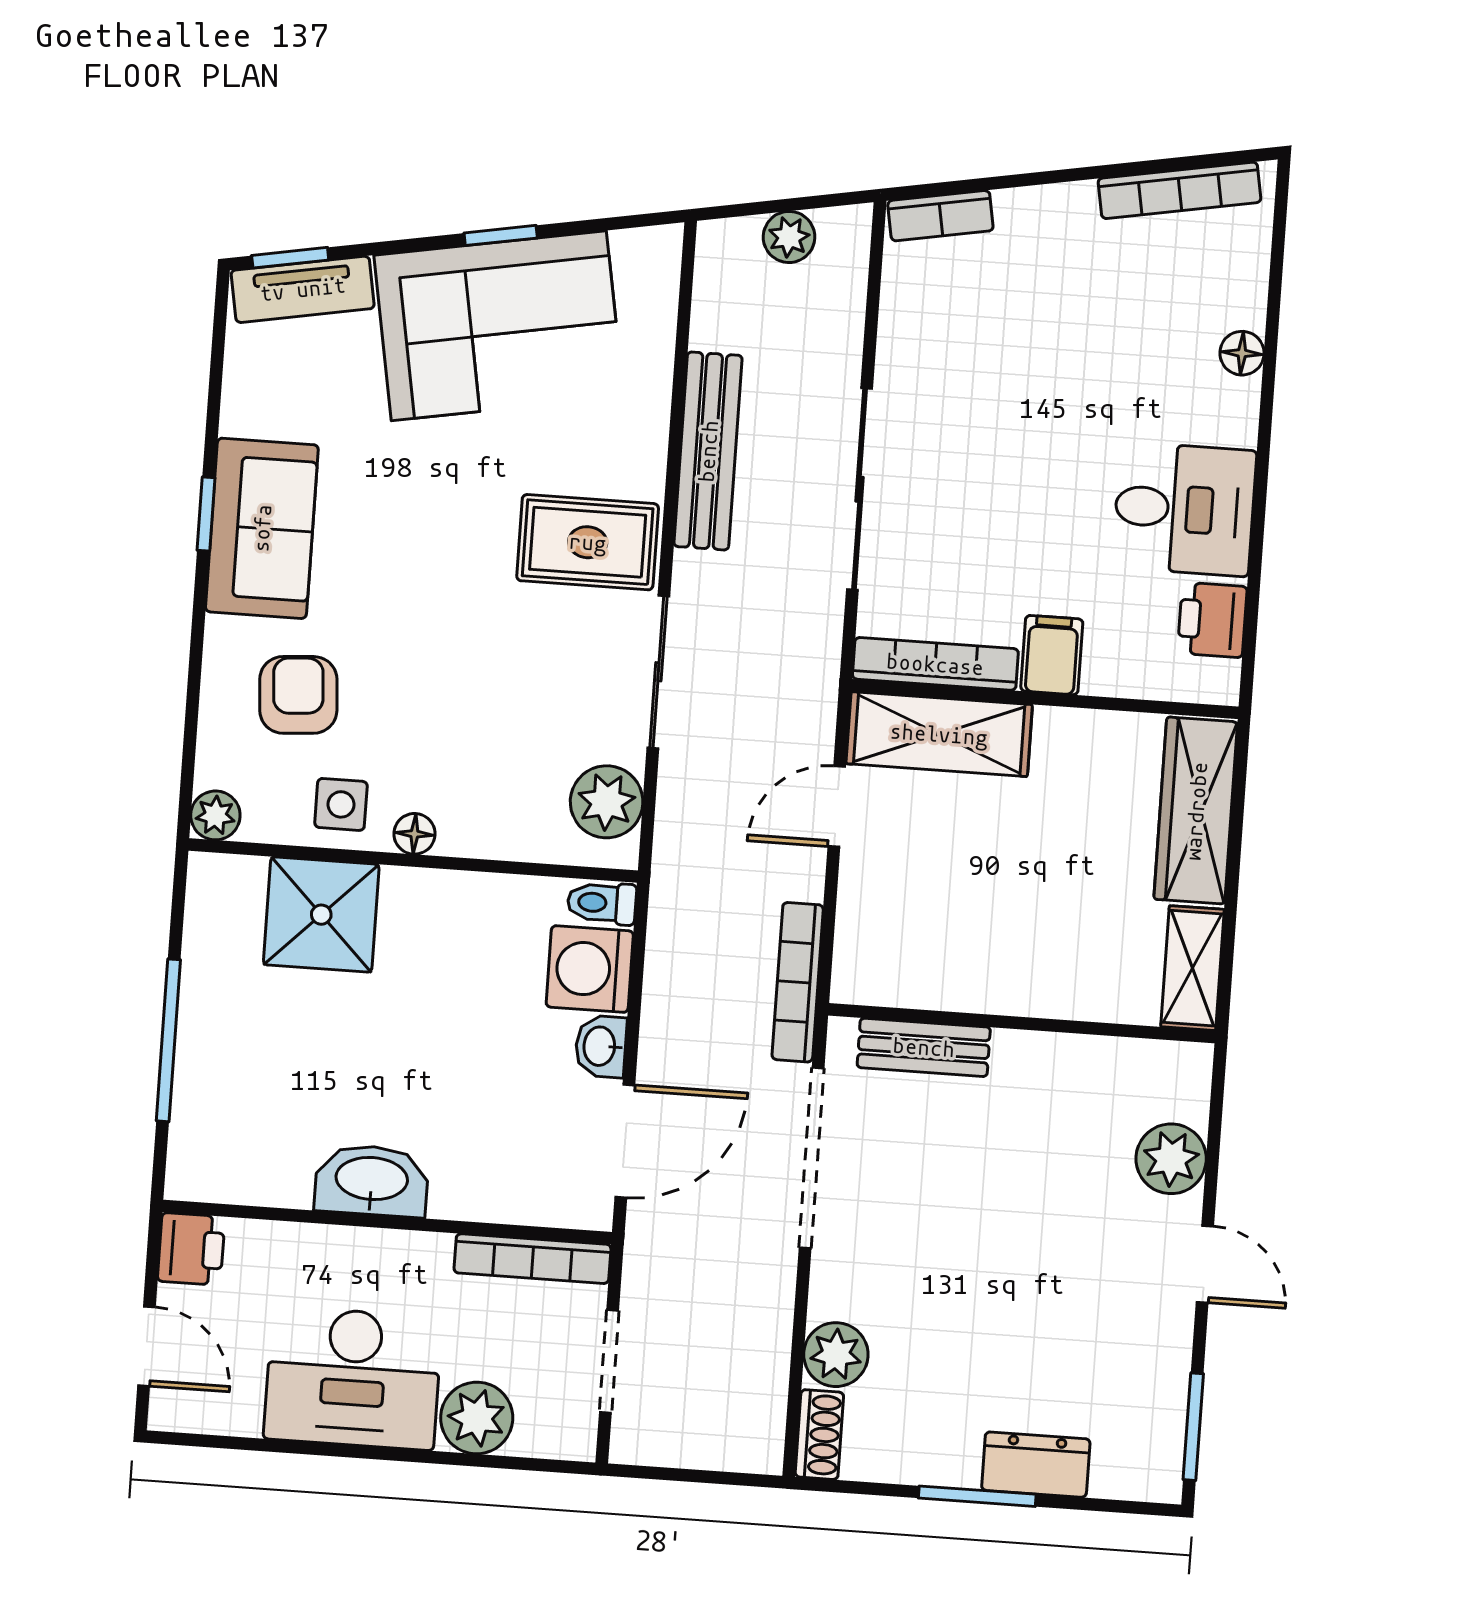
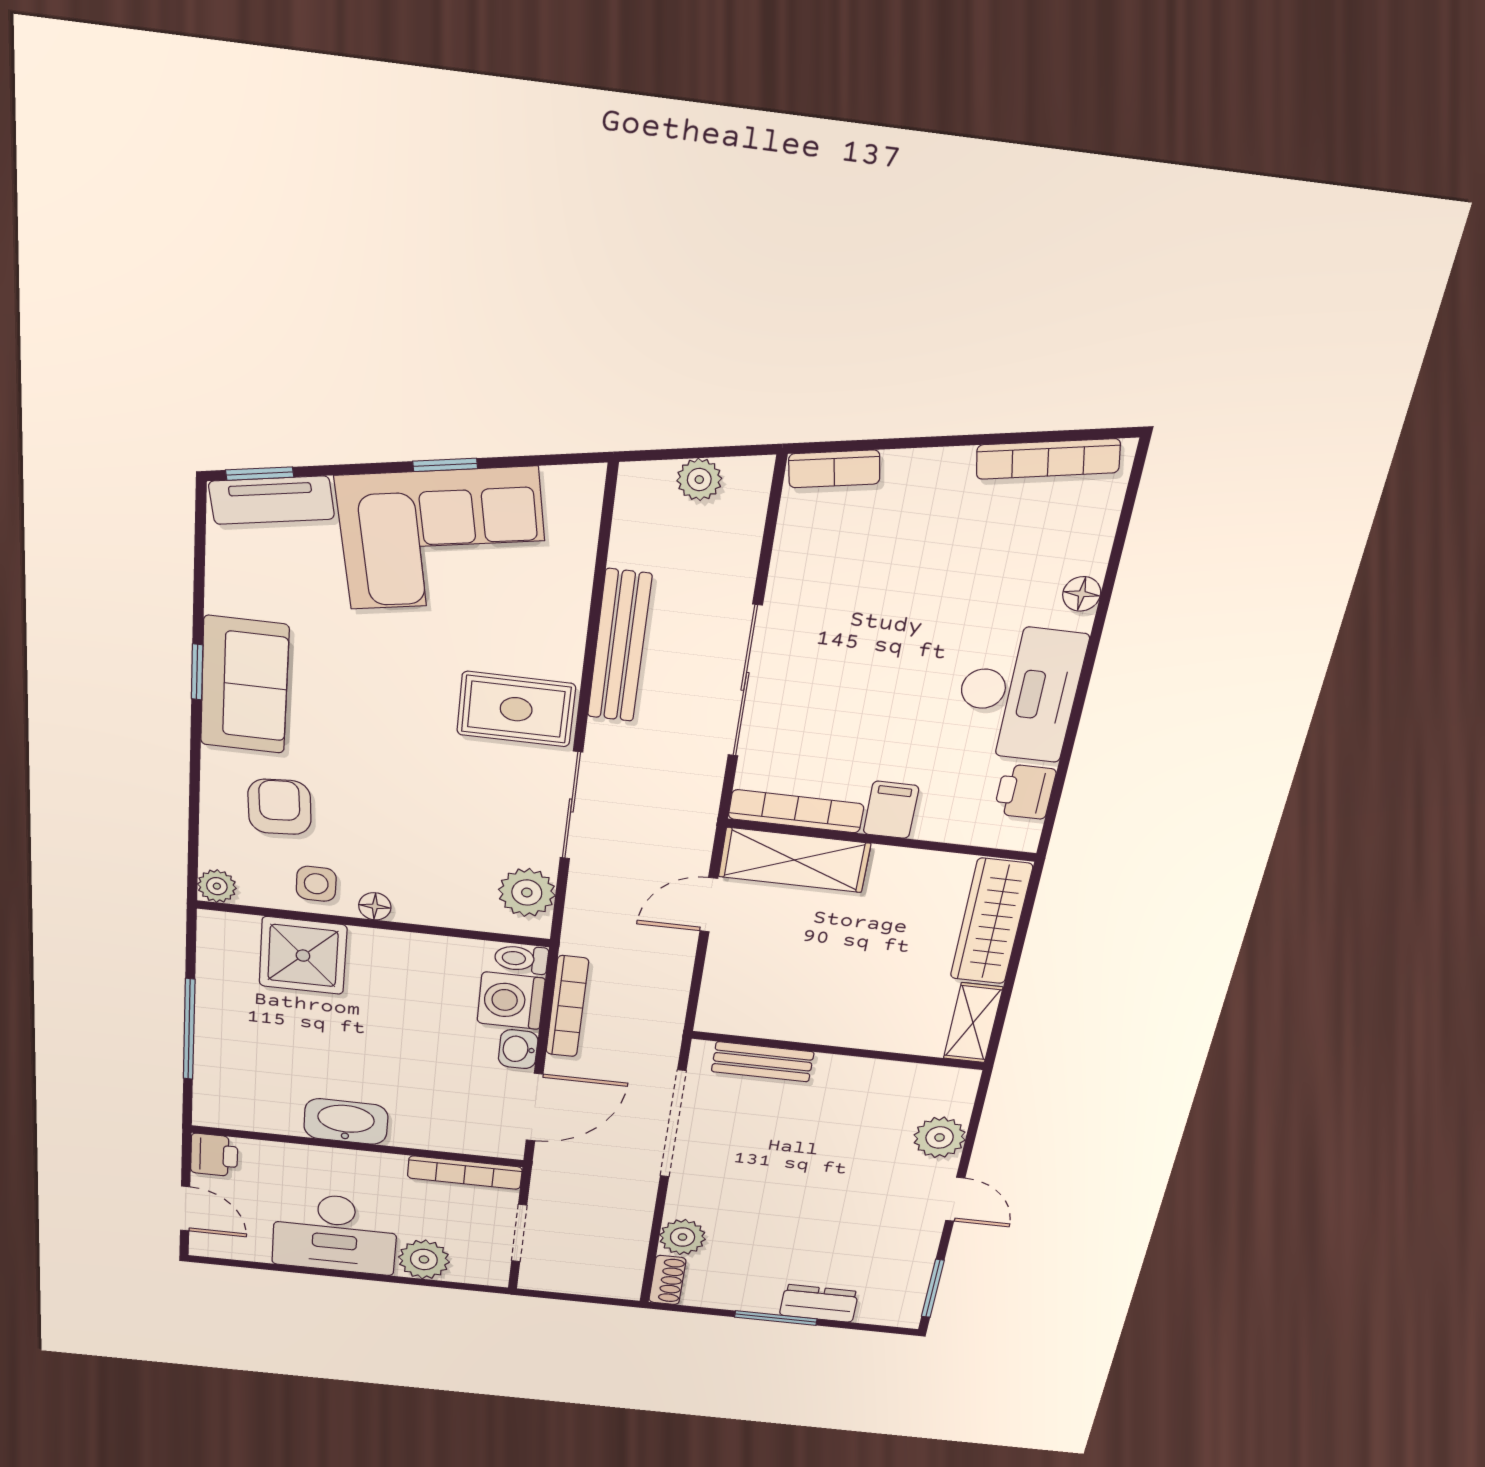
desk: (1184, 509) -> (1018, 693), width x1.37
bookcase: (798, 982) -> (567, 1007), moved, turned 180

